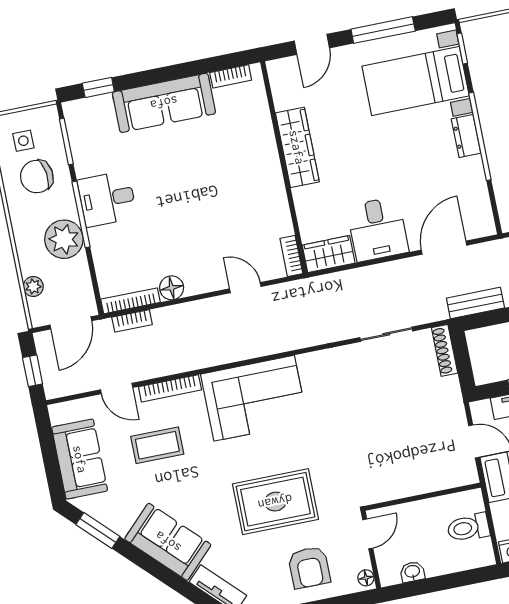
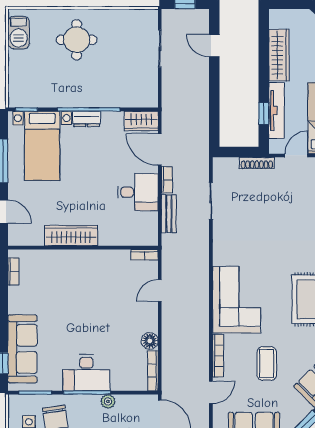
sofa: (164, 103) -> (22, 349), moved
desk: (107, 199) -> (86, 373), width x1.37
plant: (64, 239) -> (108, 401), width x0.53, depth x0.53
wardrobe: (329, 254) -> (141, 121), moved, turned -90
bench: (475, 303) -> (169, 214), moved
bookcase: (132, 321) -> (167, 180), moved
shoe rack: (445, 350) -> (257, 163), moved
coffee table: (157, 445) -> (267, 363), moved

